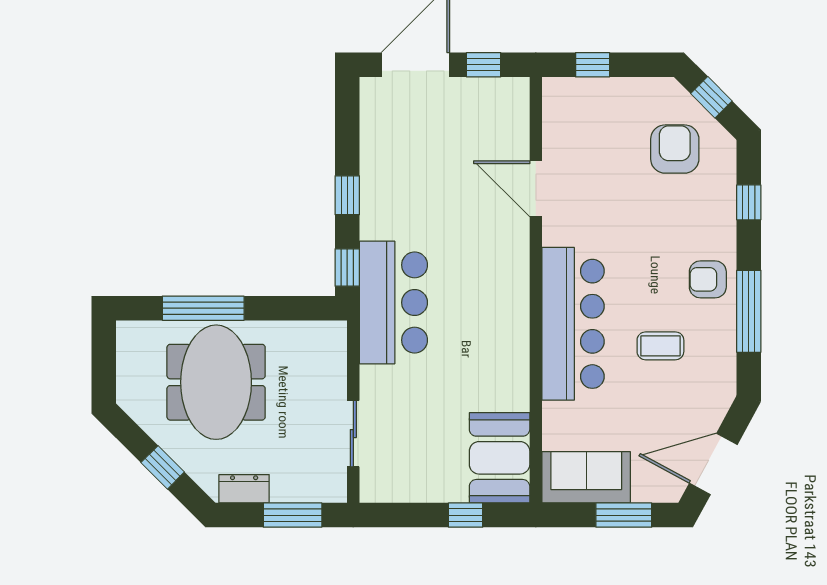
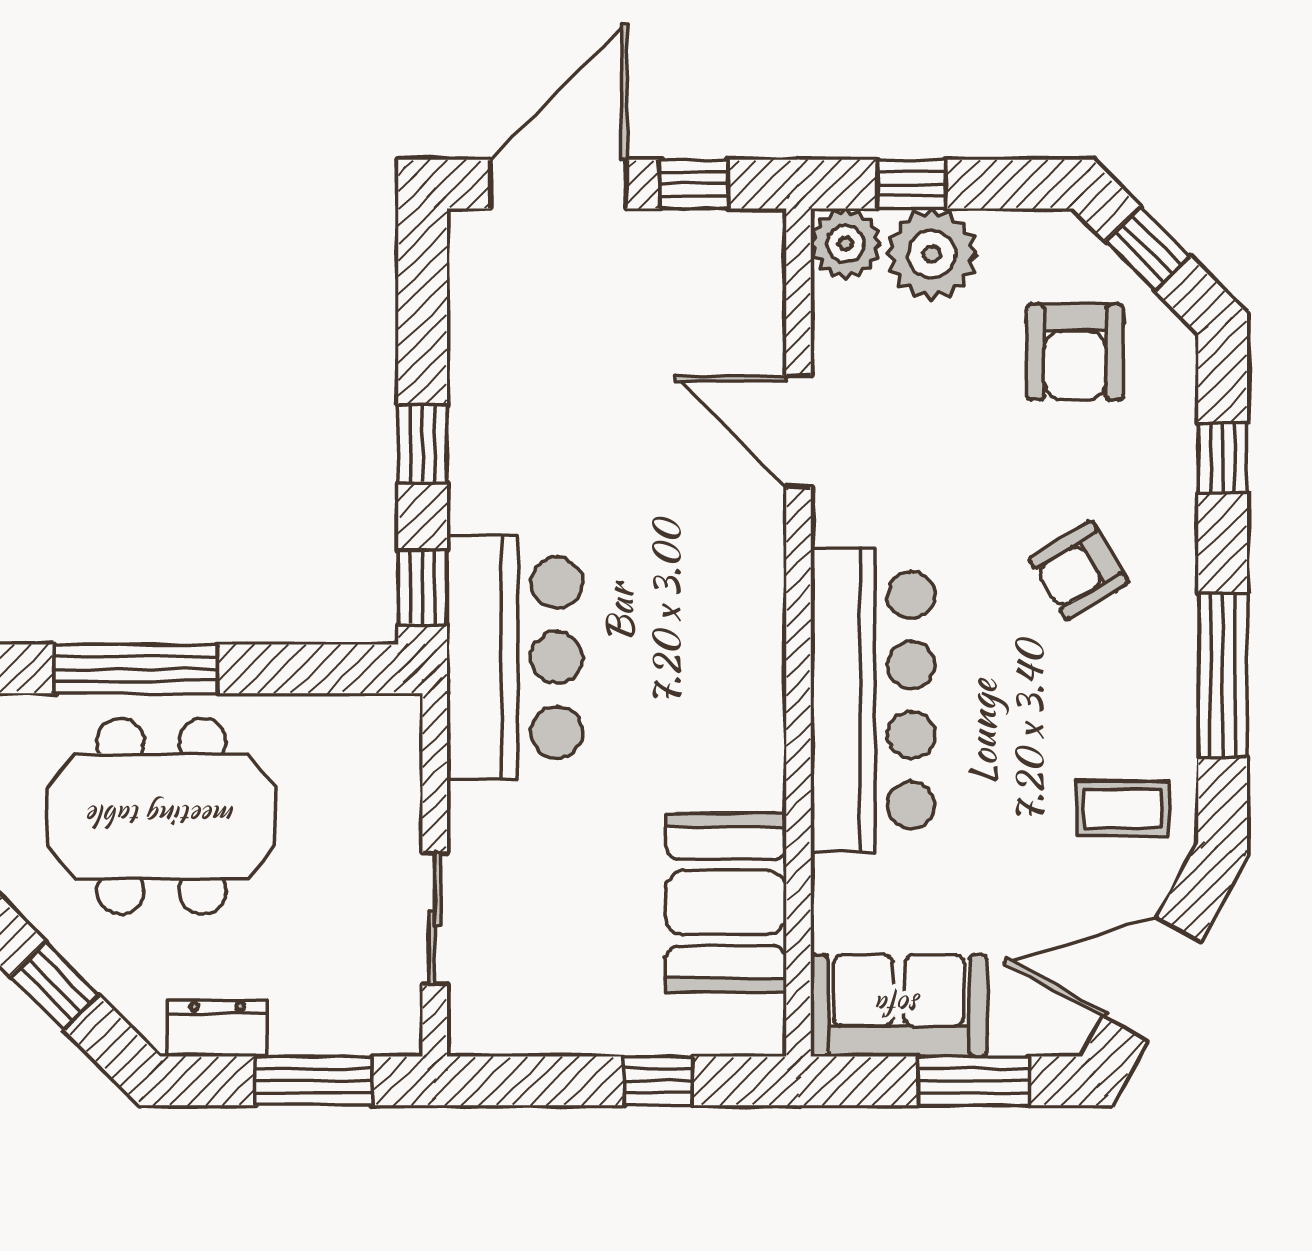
plant: (560, 95) -> (846, 243), added
plant: (603, 100) -> (932, 254), added
armchair: (675, 149) -> (1075, 352), turned 180
armchair: (708, 279) -> (1079, 570), moved, turned -31
coffee table: (660, 346) -> (1123, 809), moved
meeting table: (216, 382) -> (162, 816), turned 90
booth: (500, 458) -> (726, 903), moved

